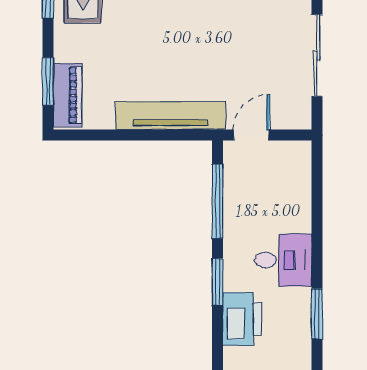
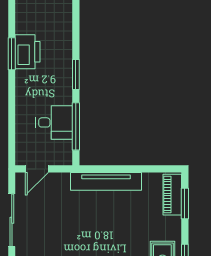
door: (251, 135) -> (37, 169), moved
desk: (283, 260) -> (54, 122), moved, turned 180
printer: (242, 319) -> (28, 52), moved, turned 180

